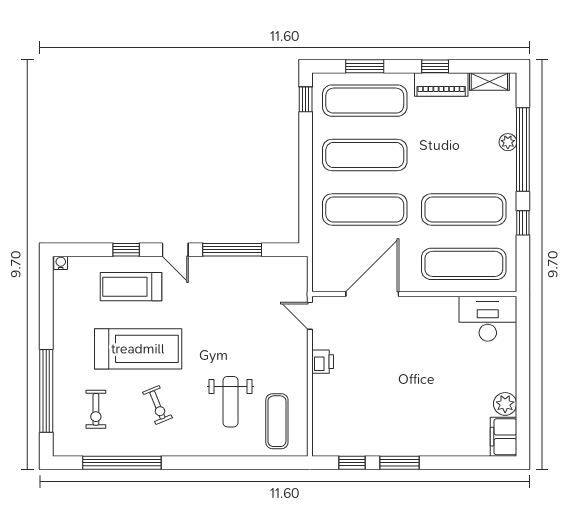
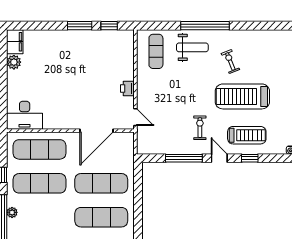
plant: (508, 142) -> (12, 212), moved
weight bench: (230, 402) -> (192, 47), moved, turned 90
exercise bike: (96, 409) -> (200, 128), moved
window: (122, 463) -> (205, 26), moved

